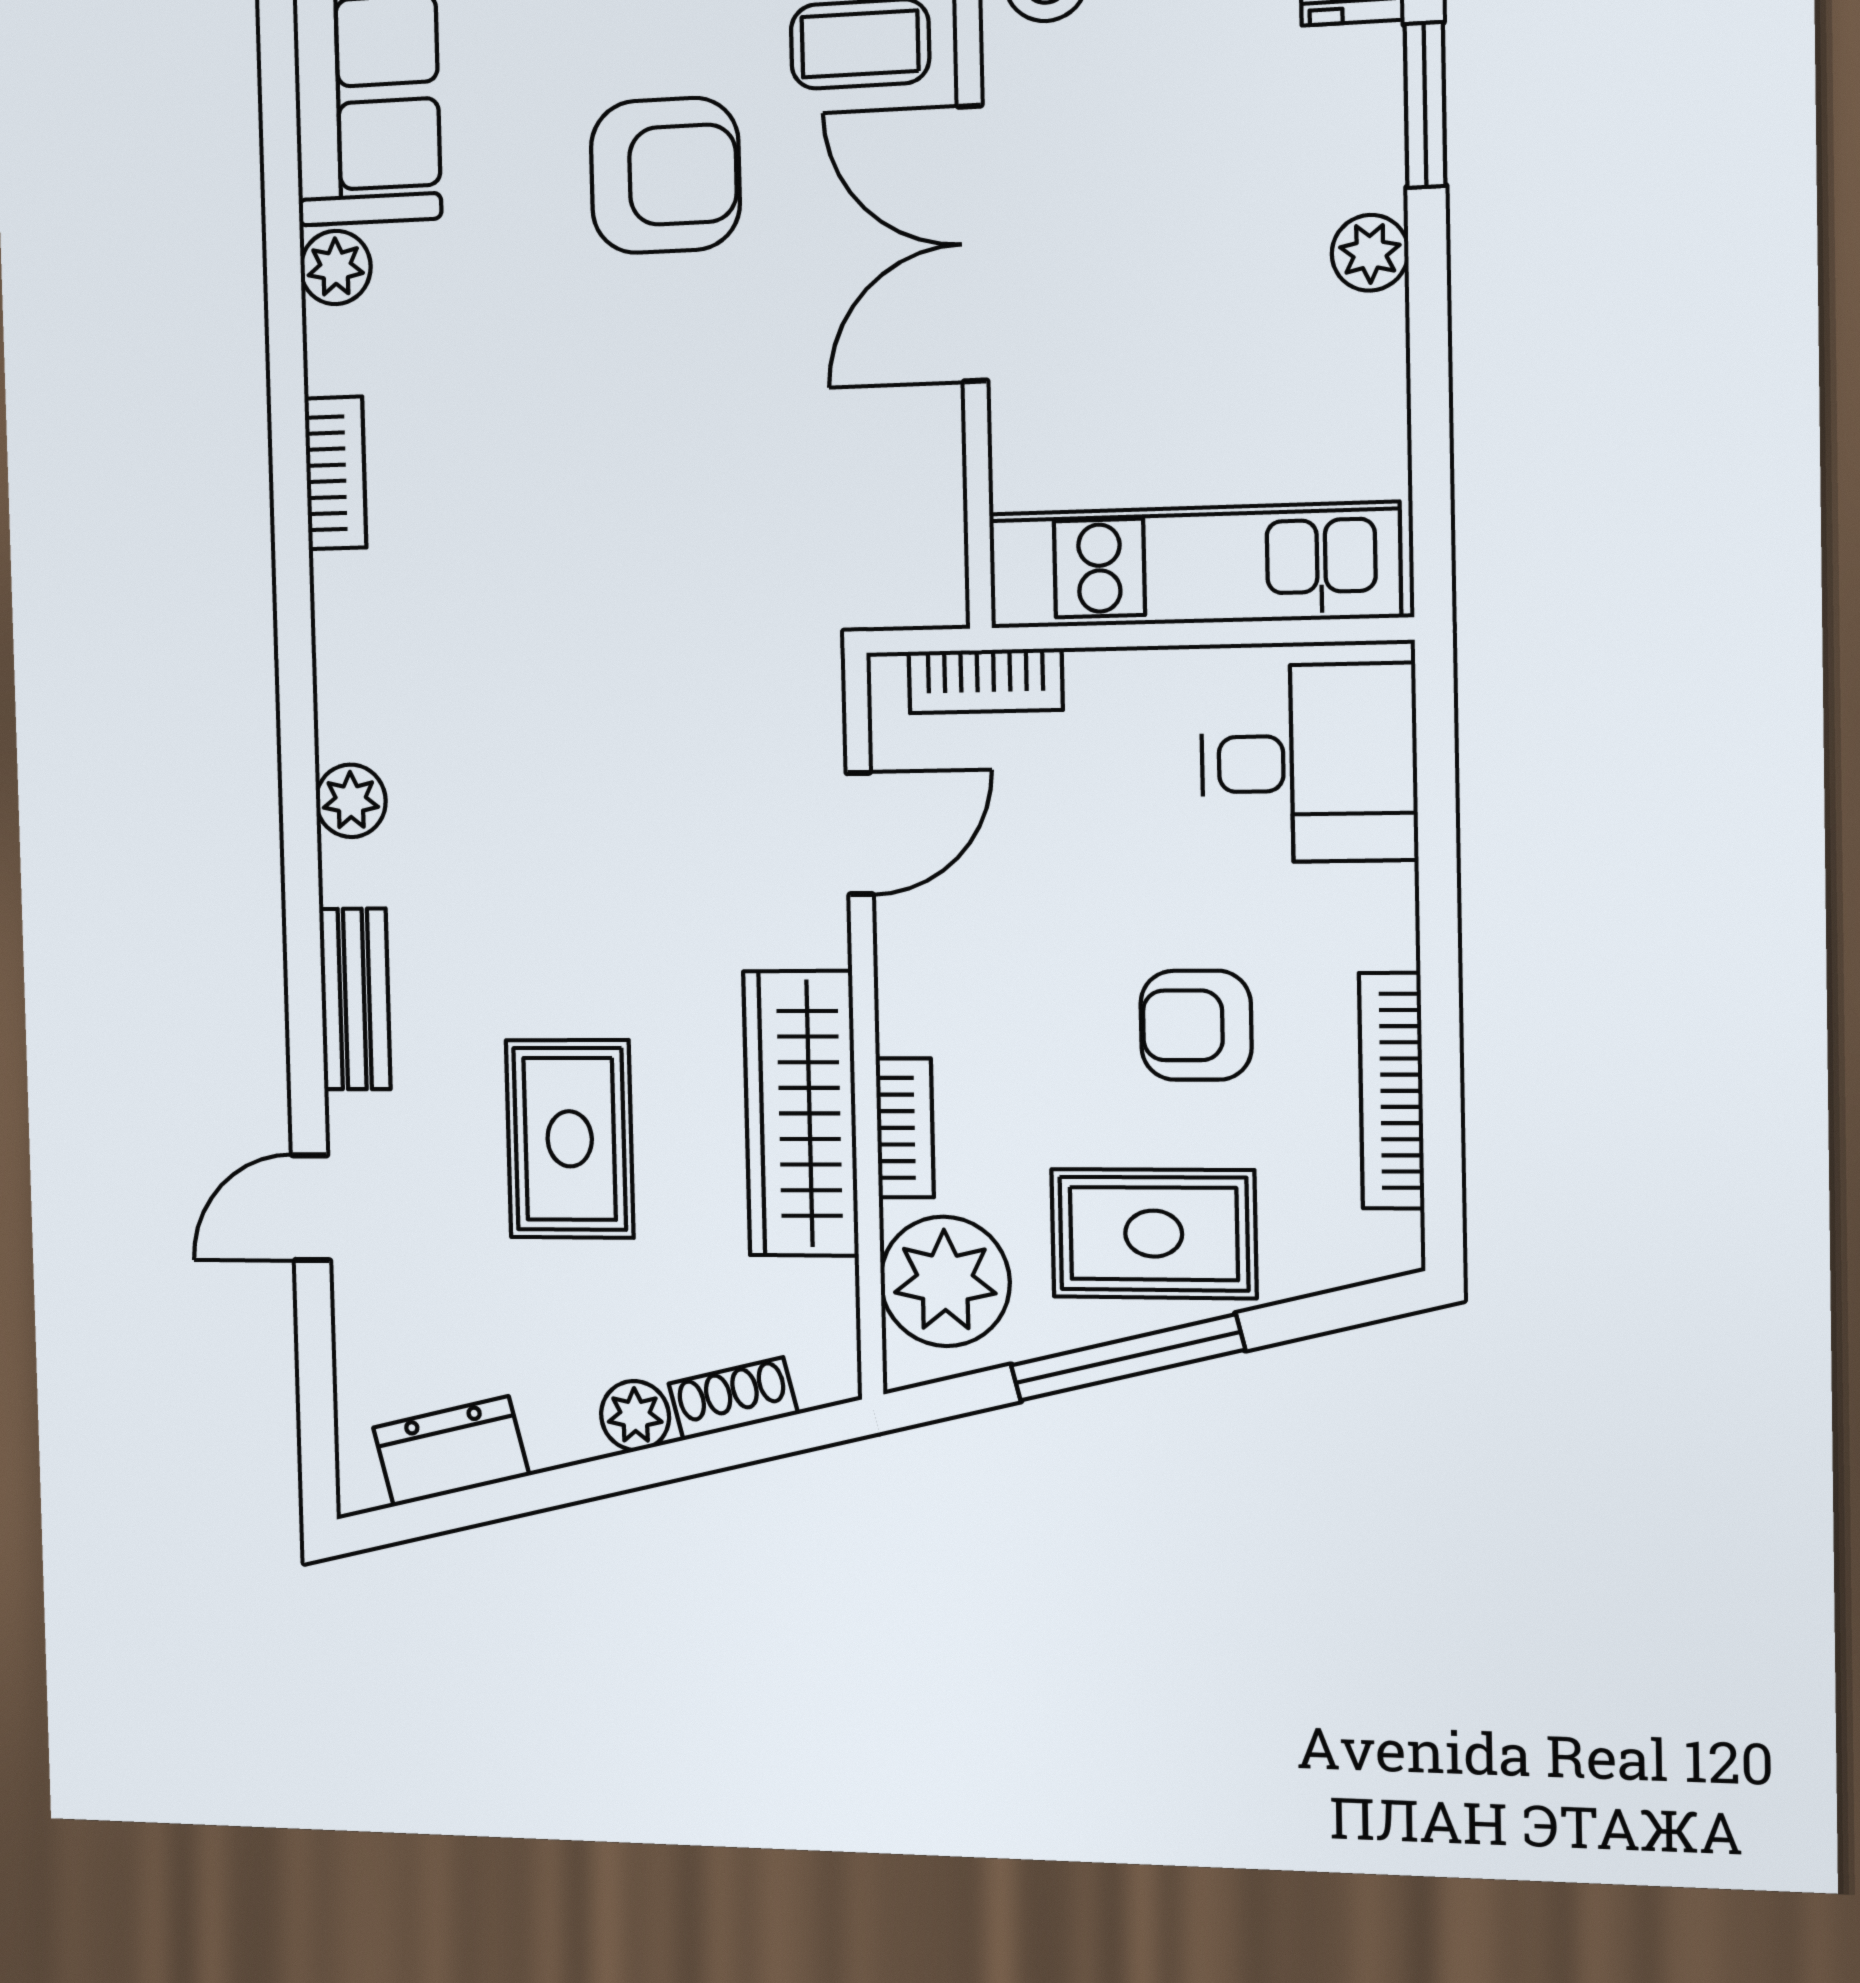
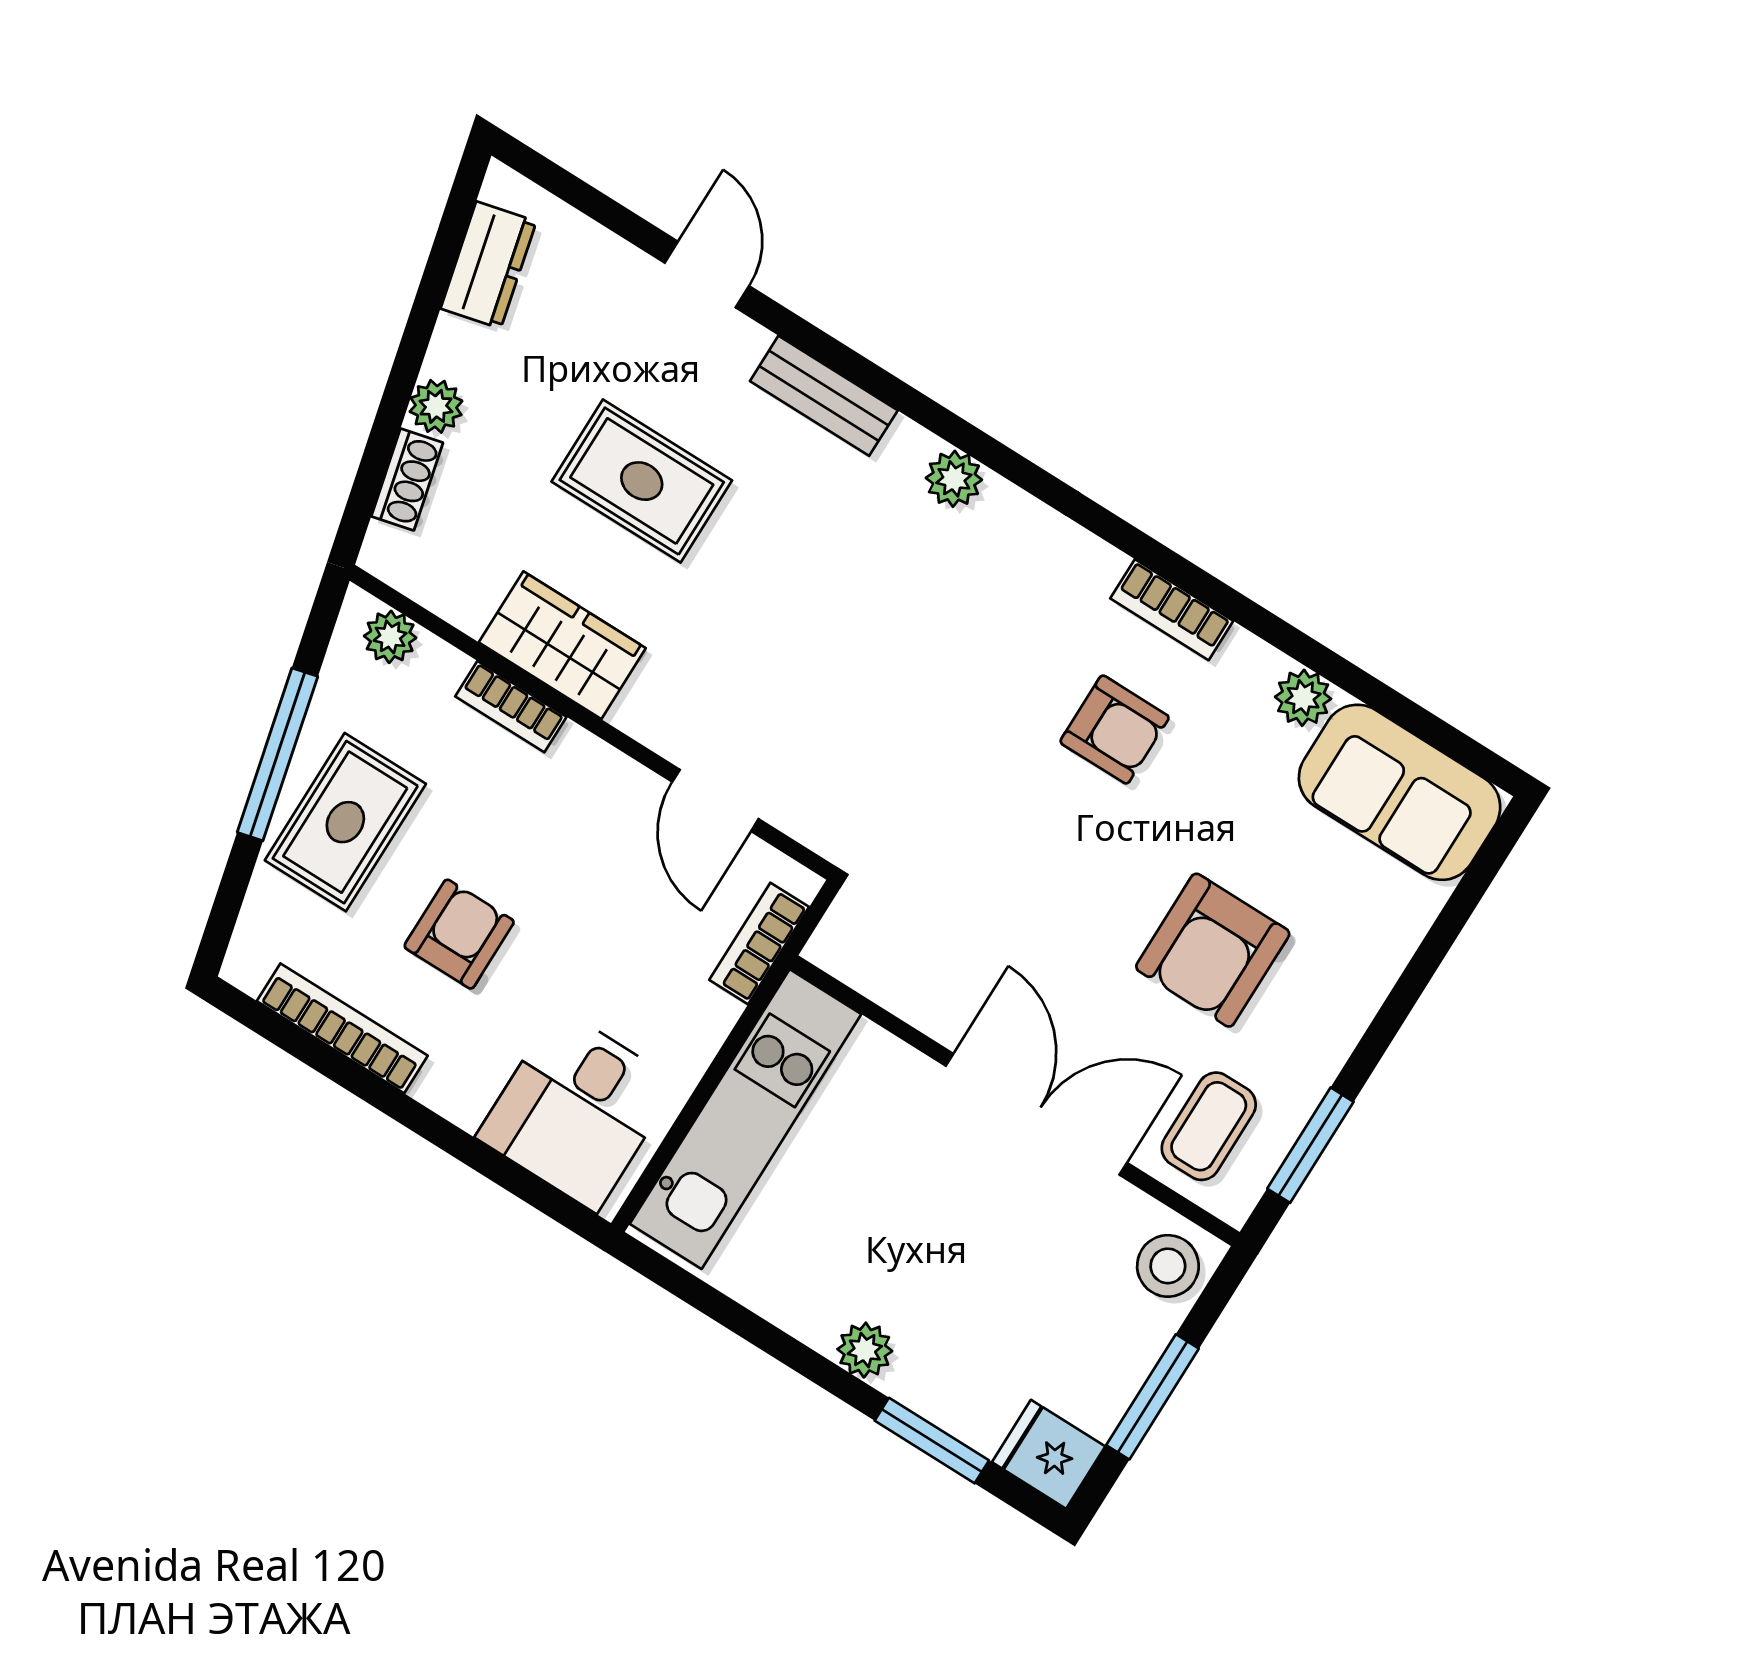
armchair: (500, 447) -> (1115, 730), added
wardrobe: (801, 1113) -> (562, 645), width x0.67
plant: (945, 1281) -> (390, 637), width x0.53, depth x0.53

